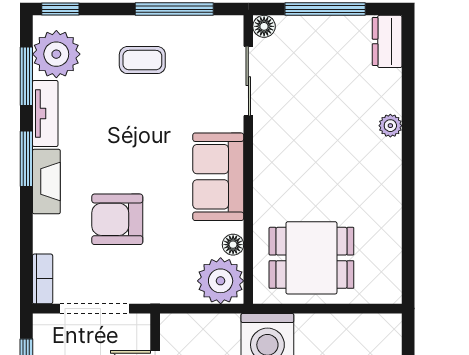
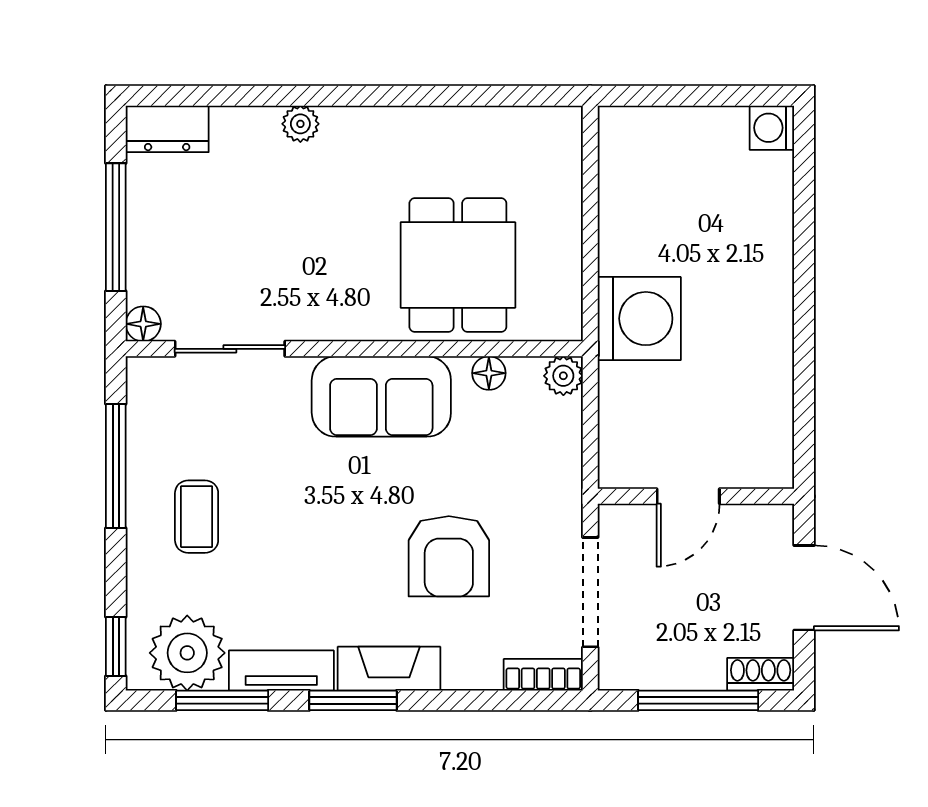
dining table: (311, 258) -> (458, 265), moved
plant: (221, 281) -> (563, 376), width x0.53, depth x0.53

